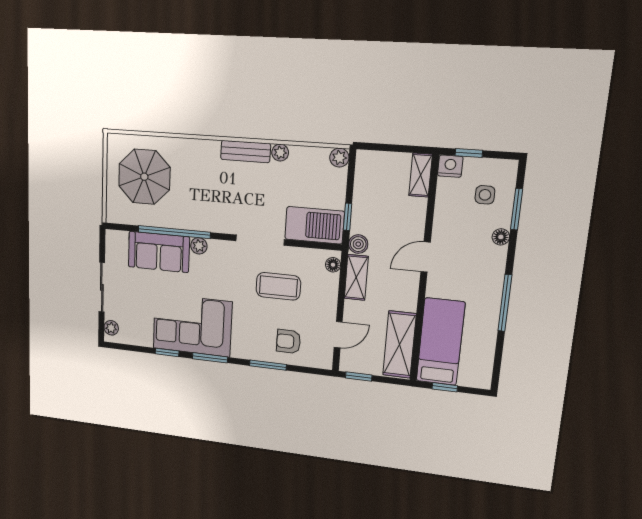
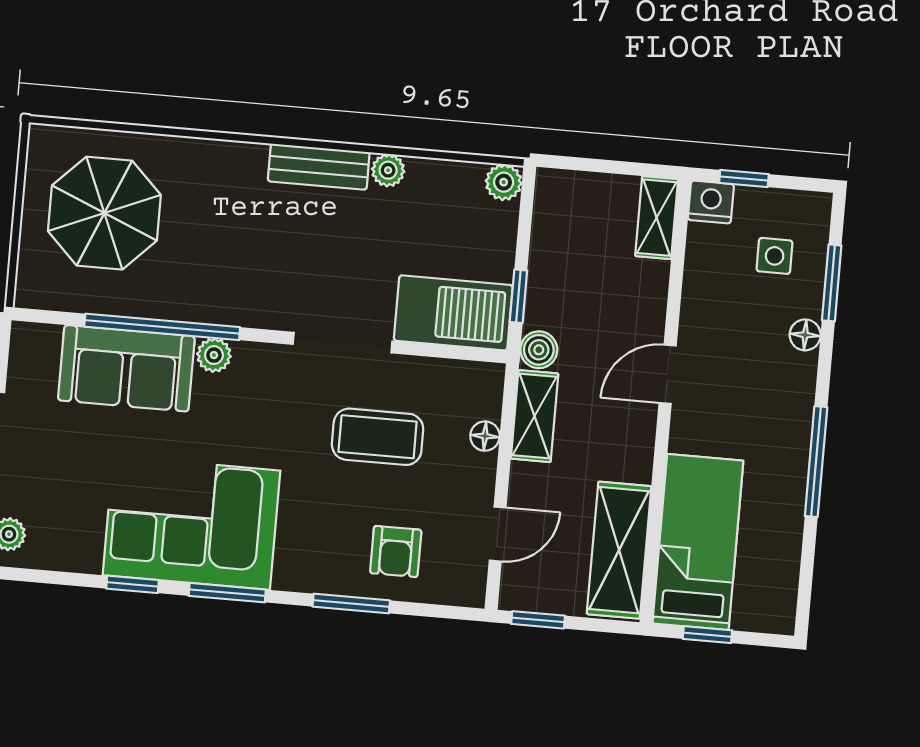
floor lamp: (333, 265) -> (485, 436), moved
armchair: (289, 341) -> (396, 551), turned -90

